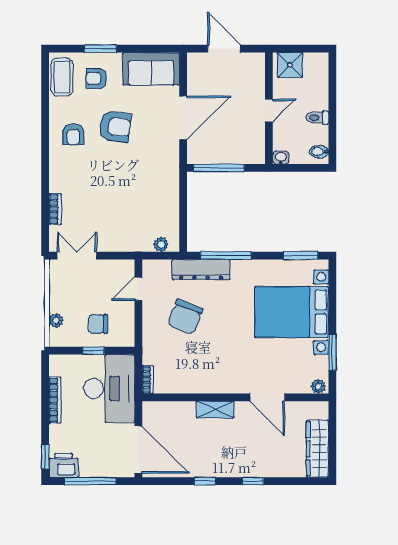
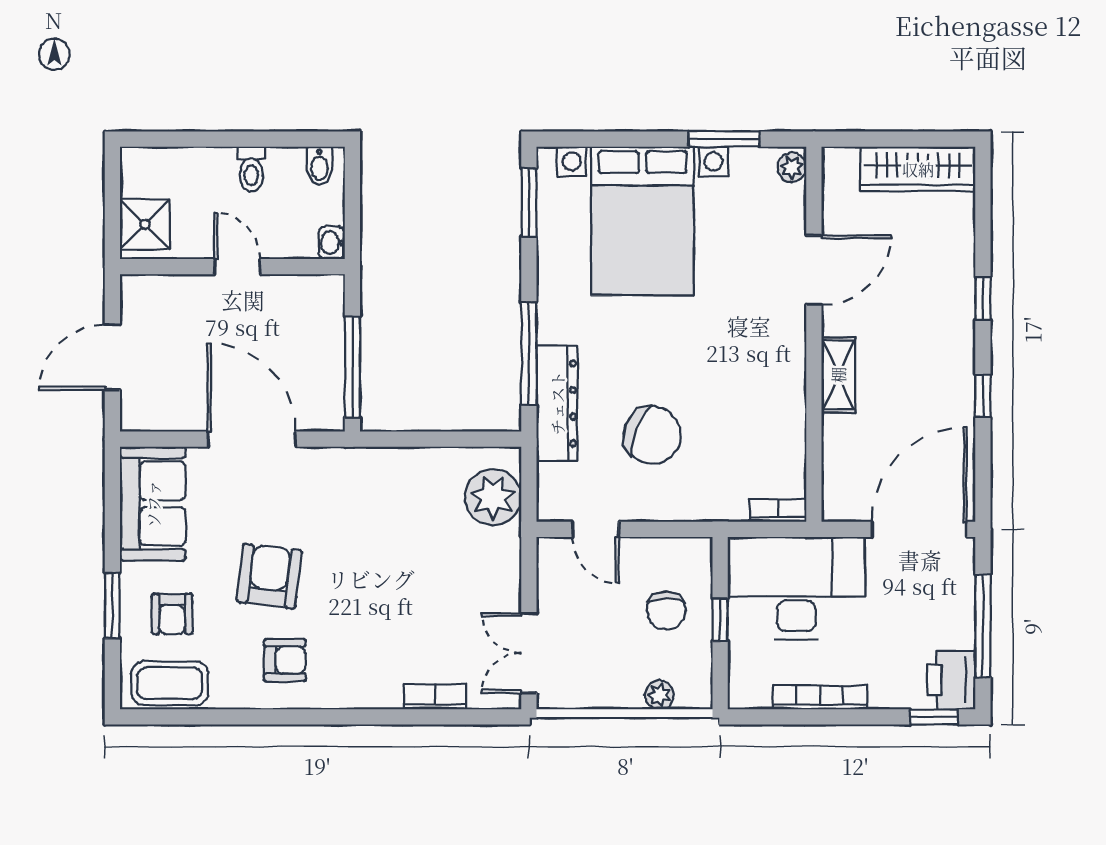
plant: (161, 244) -> (493, 497), width x1.88, depth x1.88

